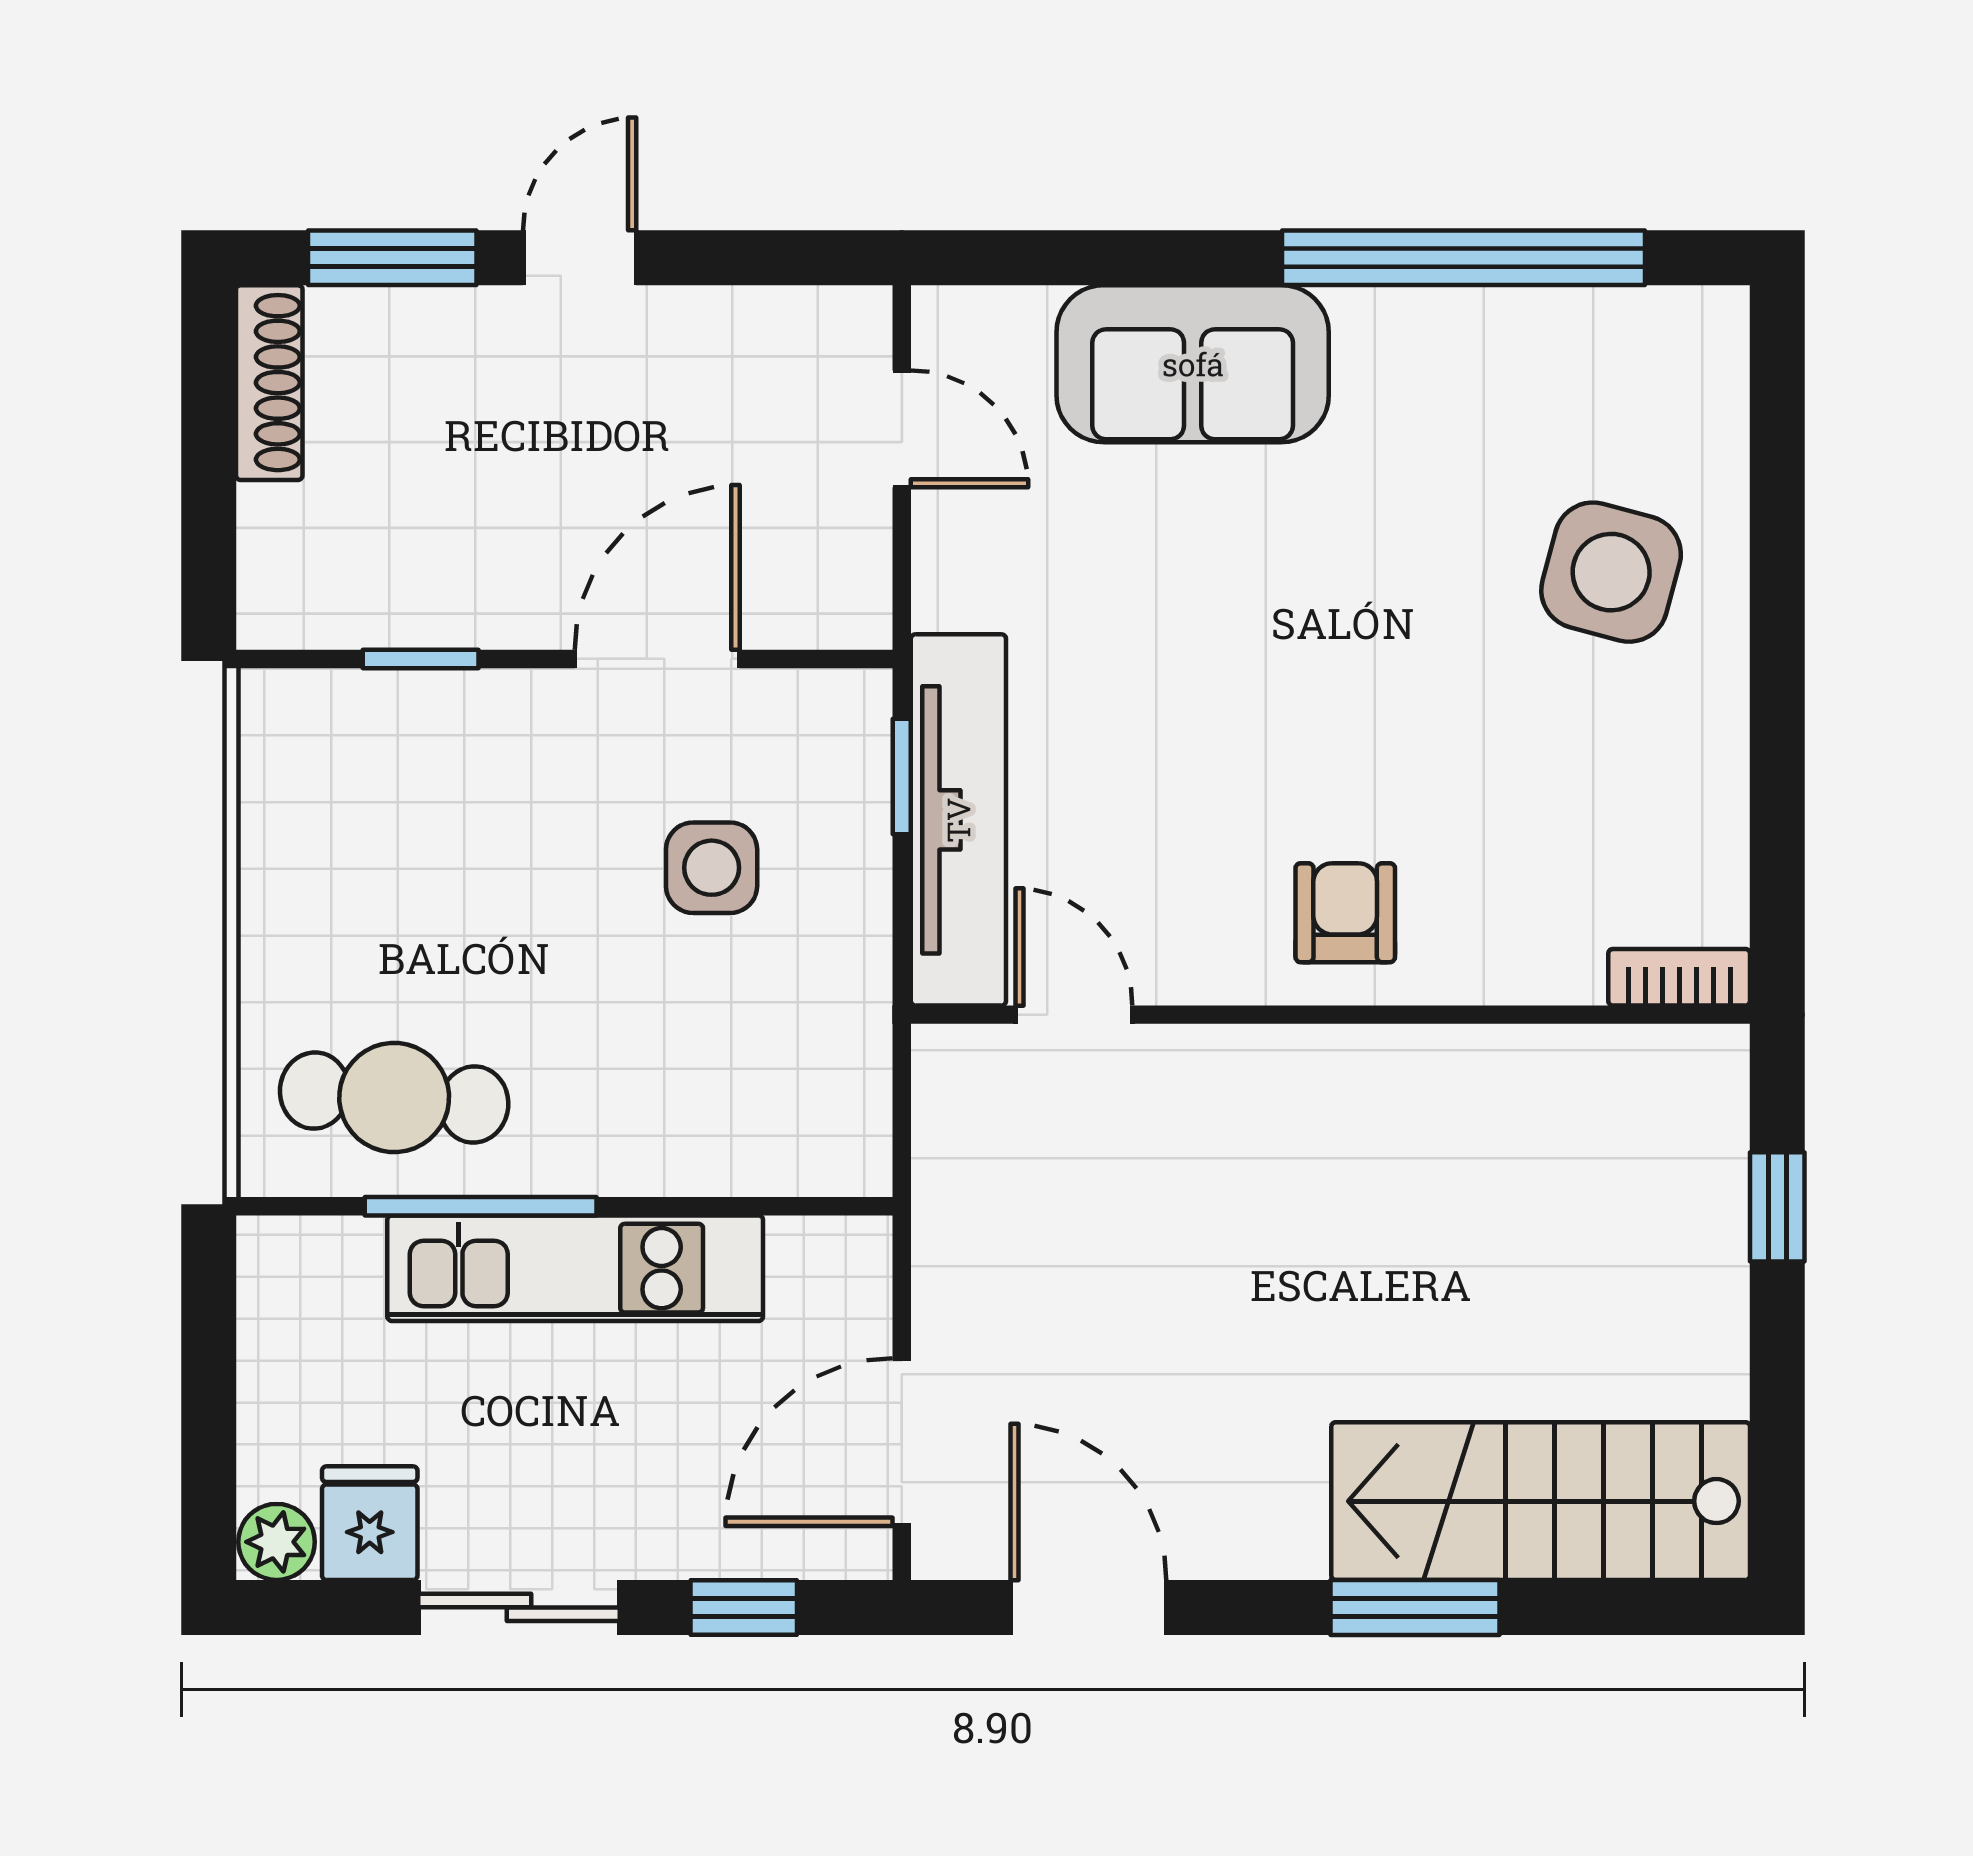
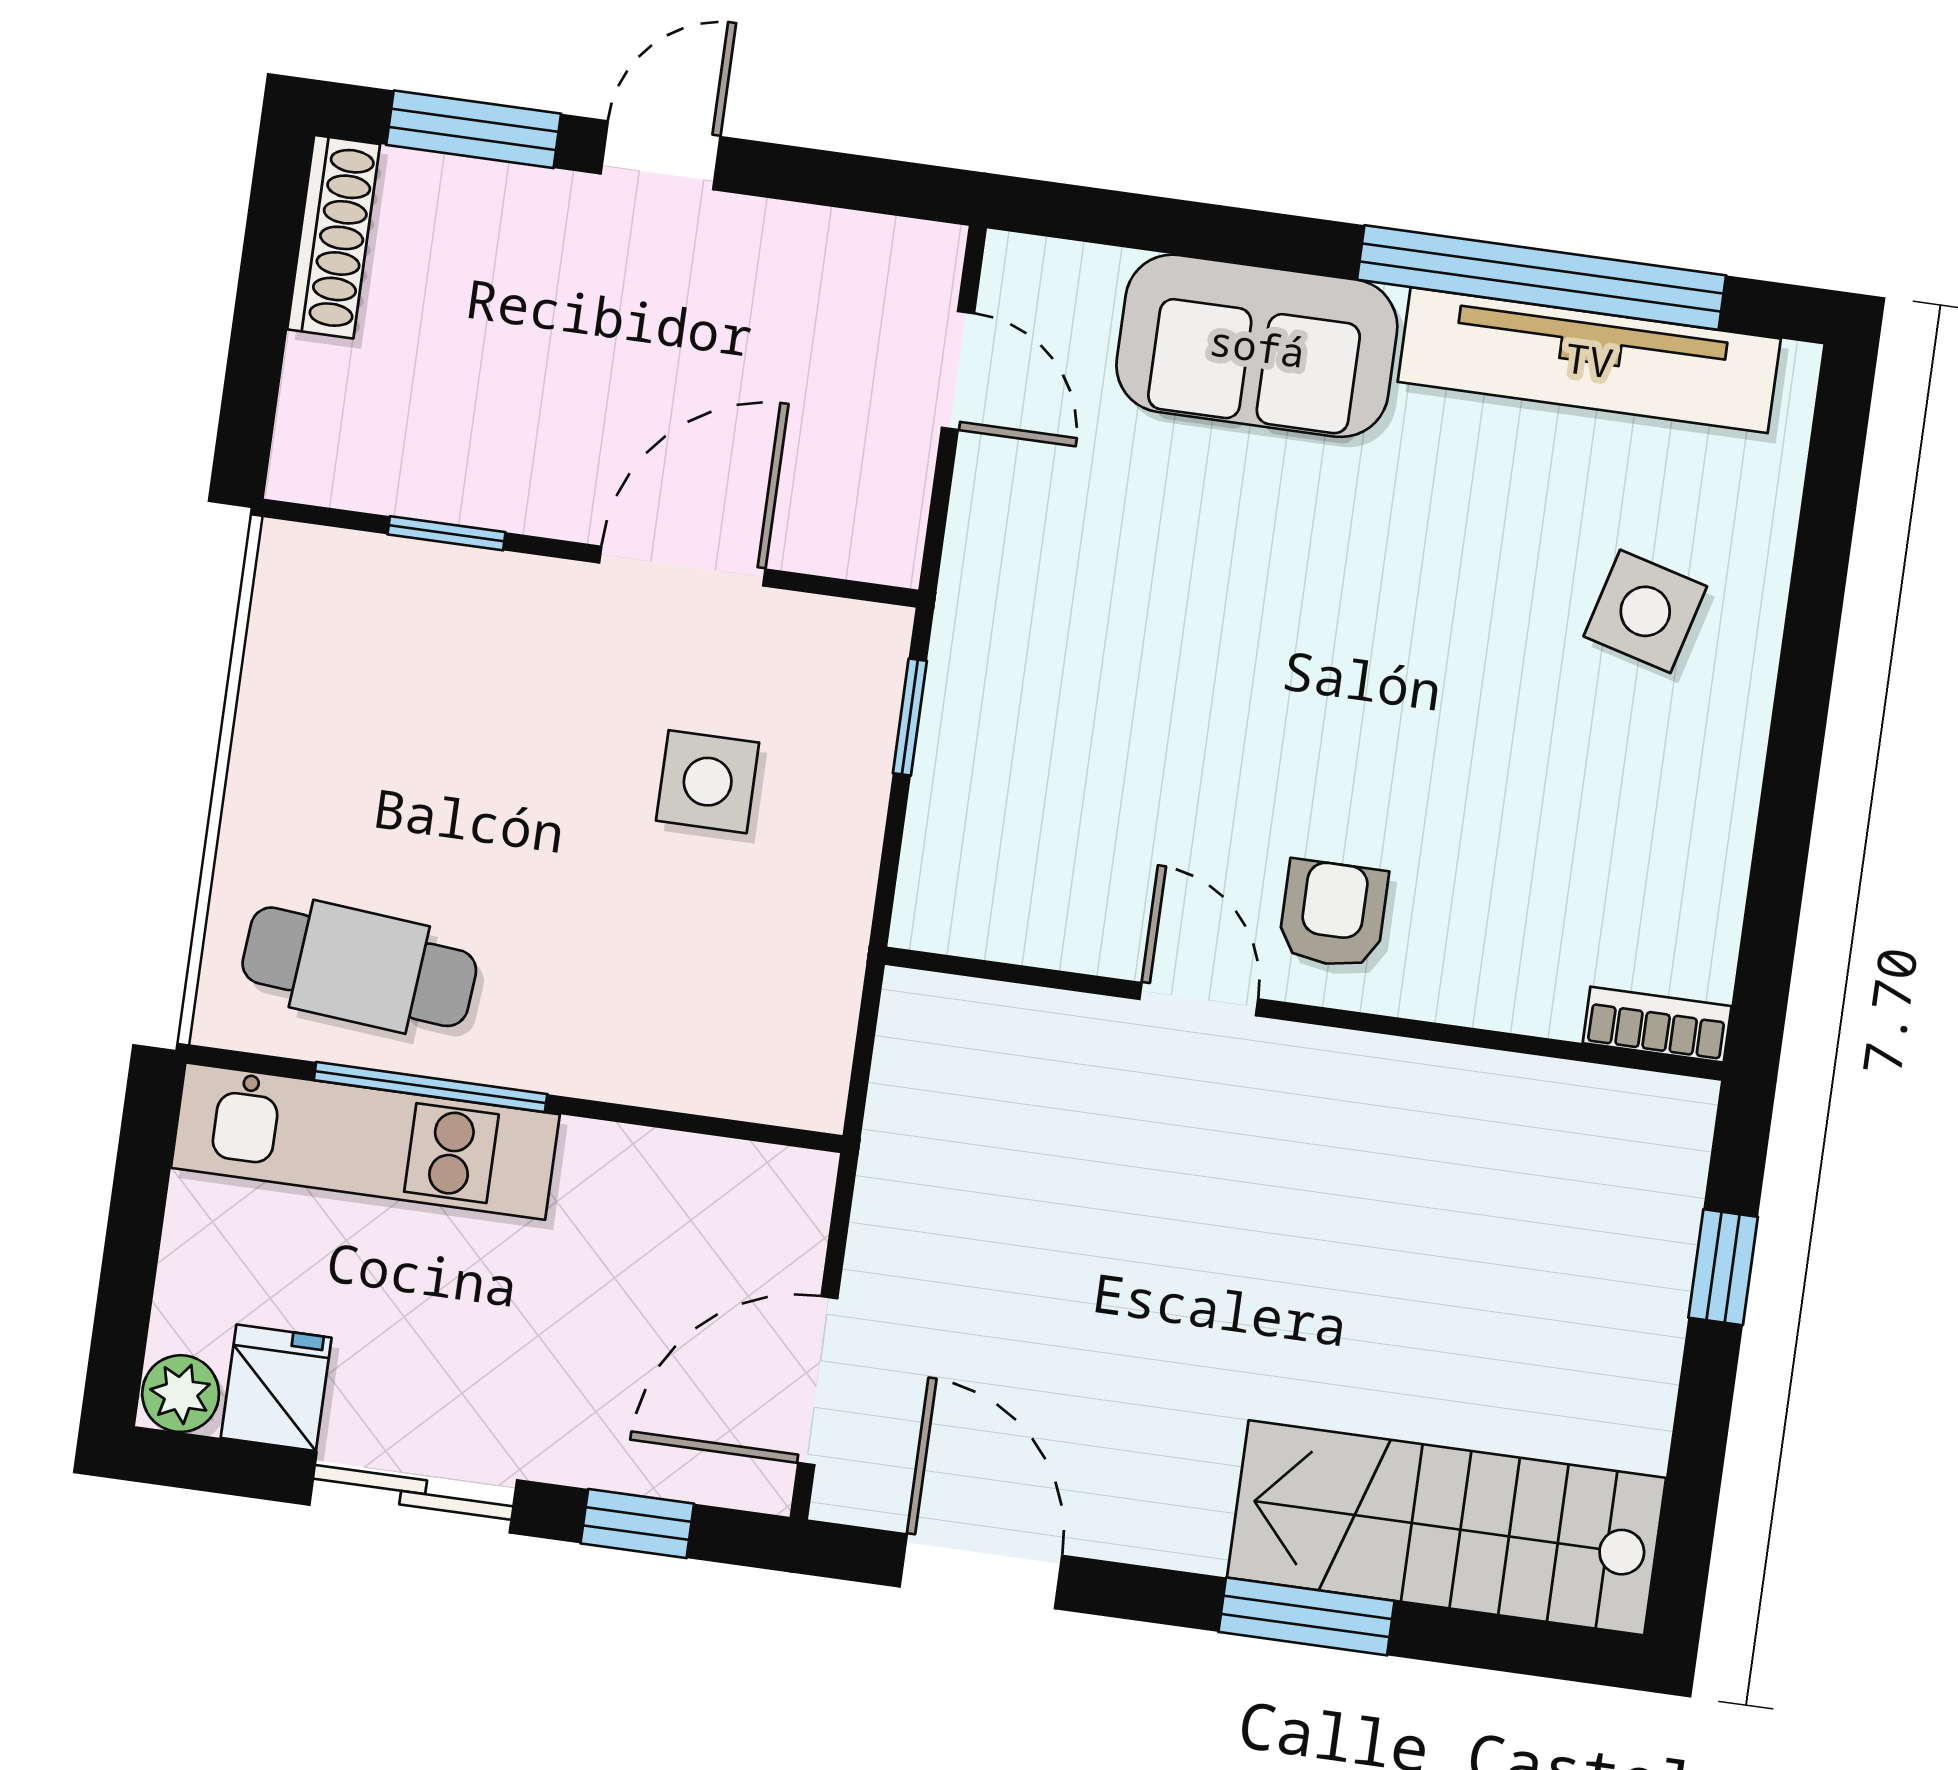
side table: (1611, 572) -> (1645, 611), width x0.73, depth x0.73
tv unit: (958, 820) -> (1589, 360), moved, turned 90
door: (1074, 1015) -> (1199, 999), moved
kitchen unit: (575, 1268) -> (365, 1141), moved

